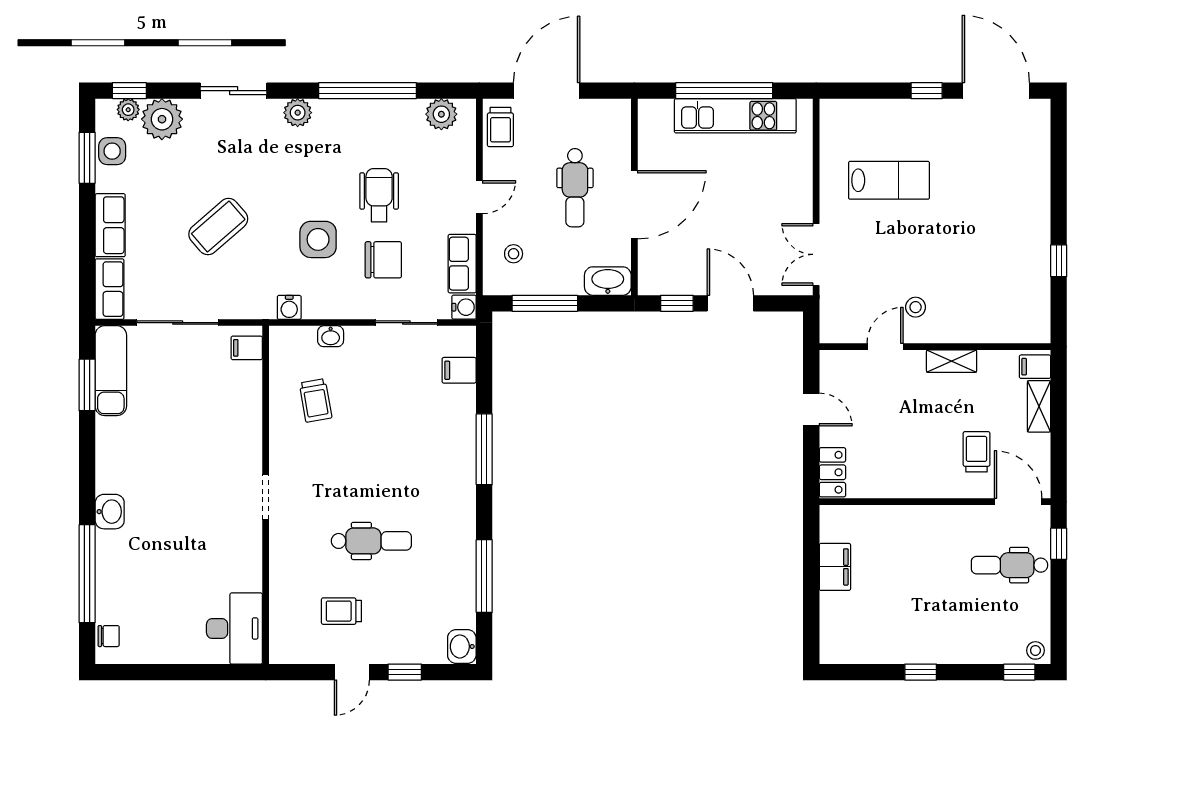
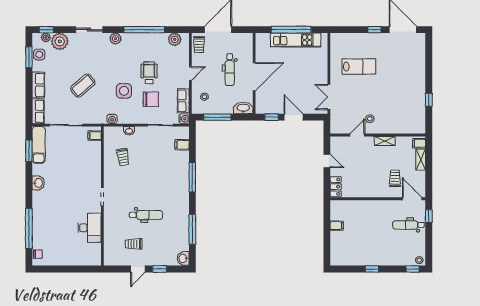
washbasin: (110, 512) -> (38, 183), moved
filing cabinet: (835, 567) -> (337, 226), width x0.50
desk: (234, 628) -> (90, 228), moved

